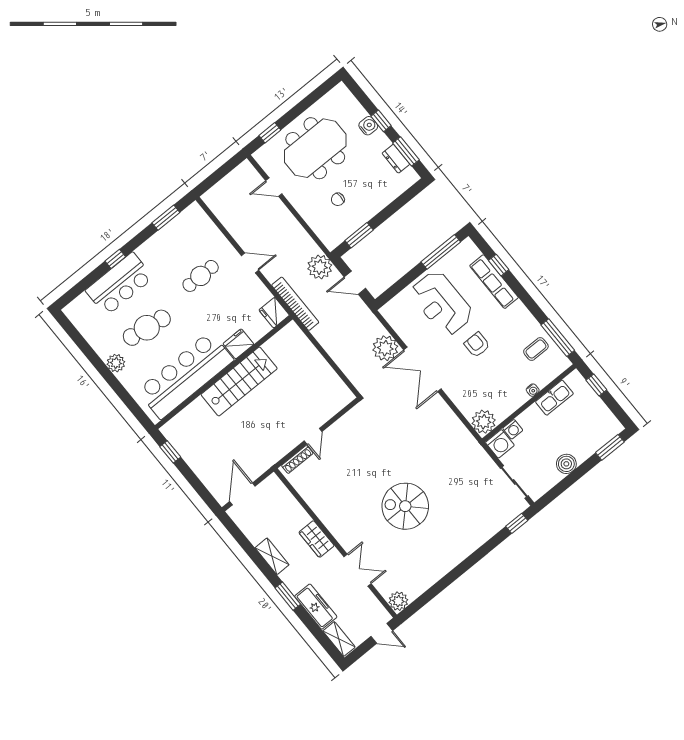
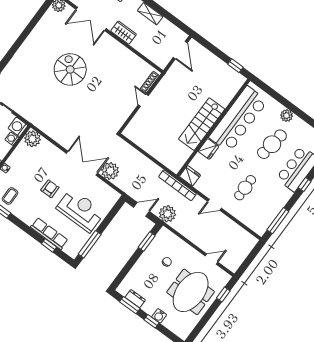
window: (166, 218) -> (278, 221), width x1.44
armchair: (477, 345) -> (50, 189), turned -90
spiral stairs: (405, 506) -> (70, 69), turned -90
double door: (357, 570) -> (91, 19), width x1.37

